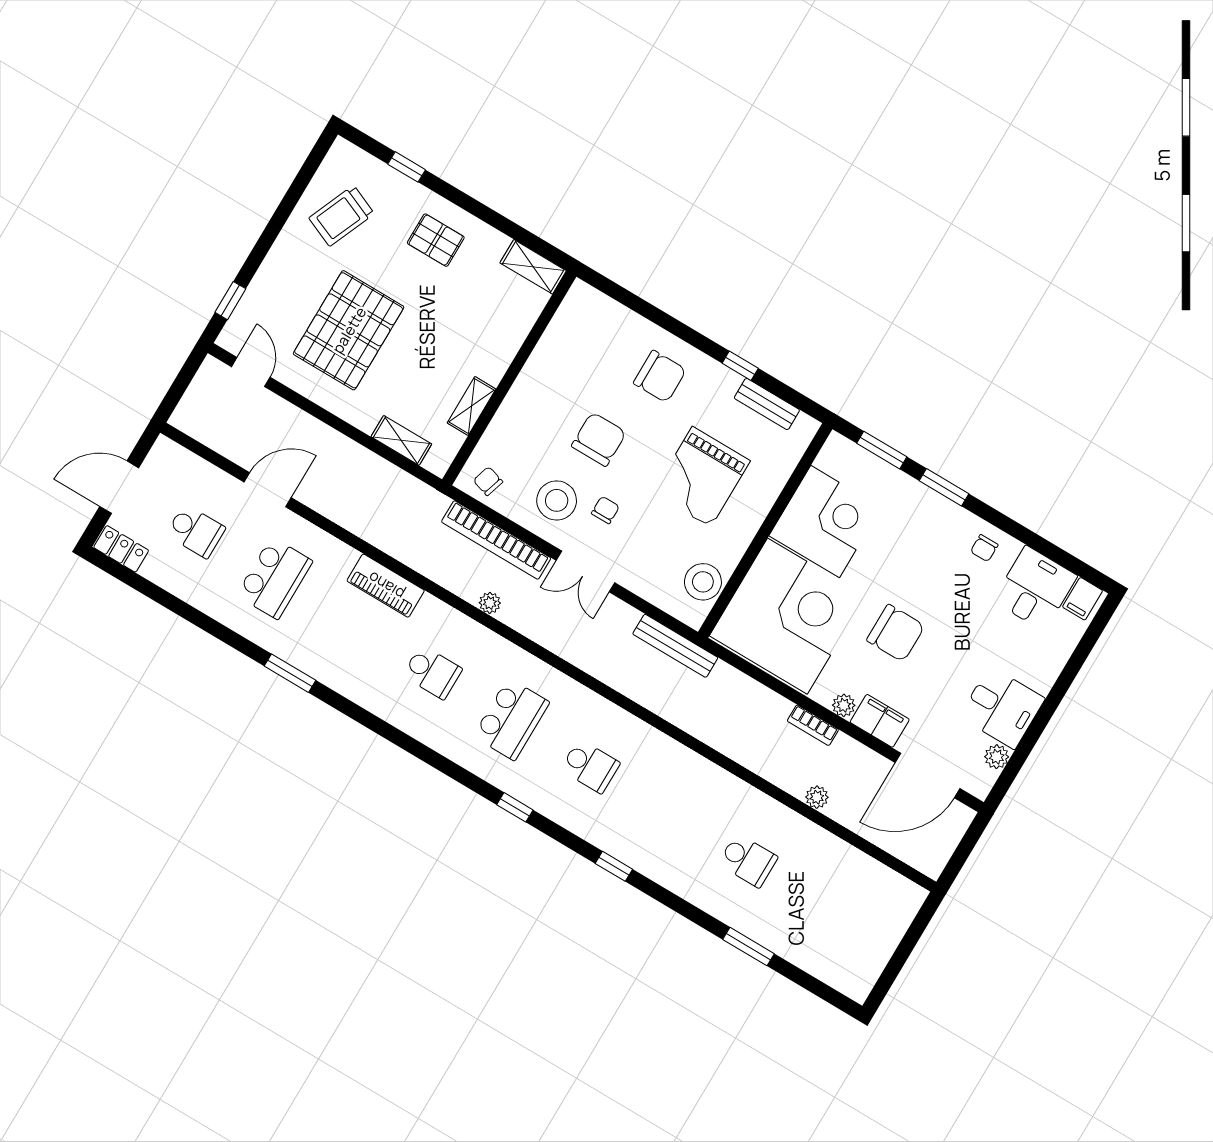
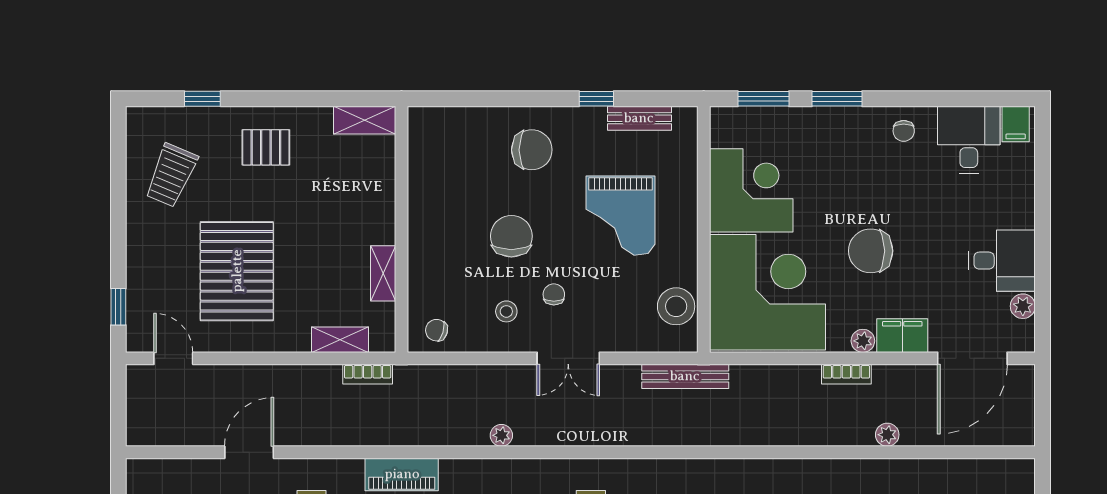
stool: (557, 500) -> (506, 311), width x0.53, depth x0.53
bookcase: (496, 540) -> (368, 374), moved, width x0.43, depth x0.76
chair: (896, 633) -> (871, 251), turned 180

